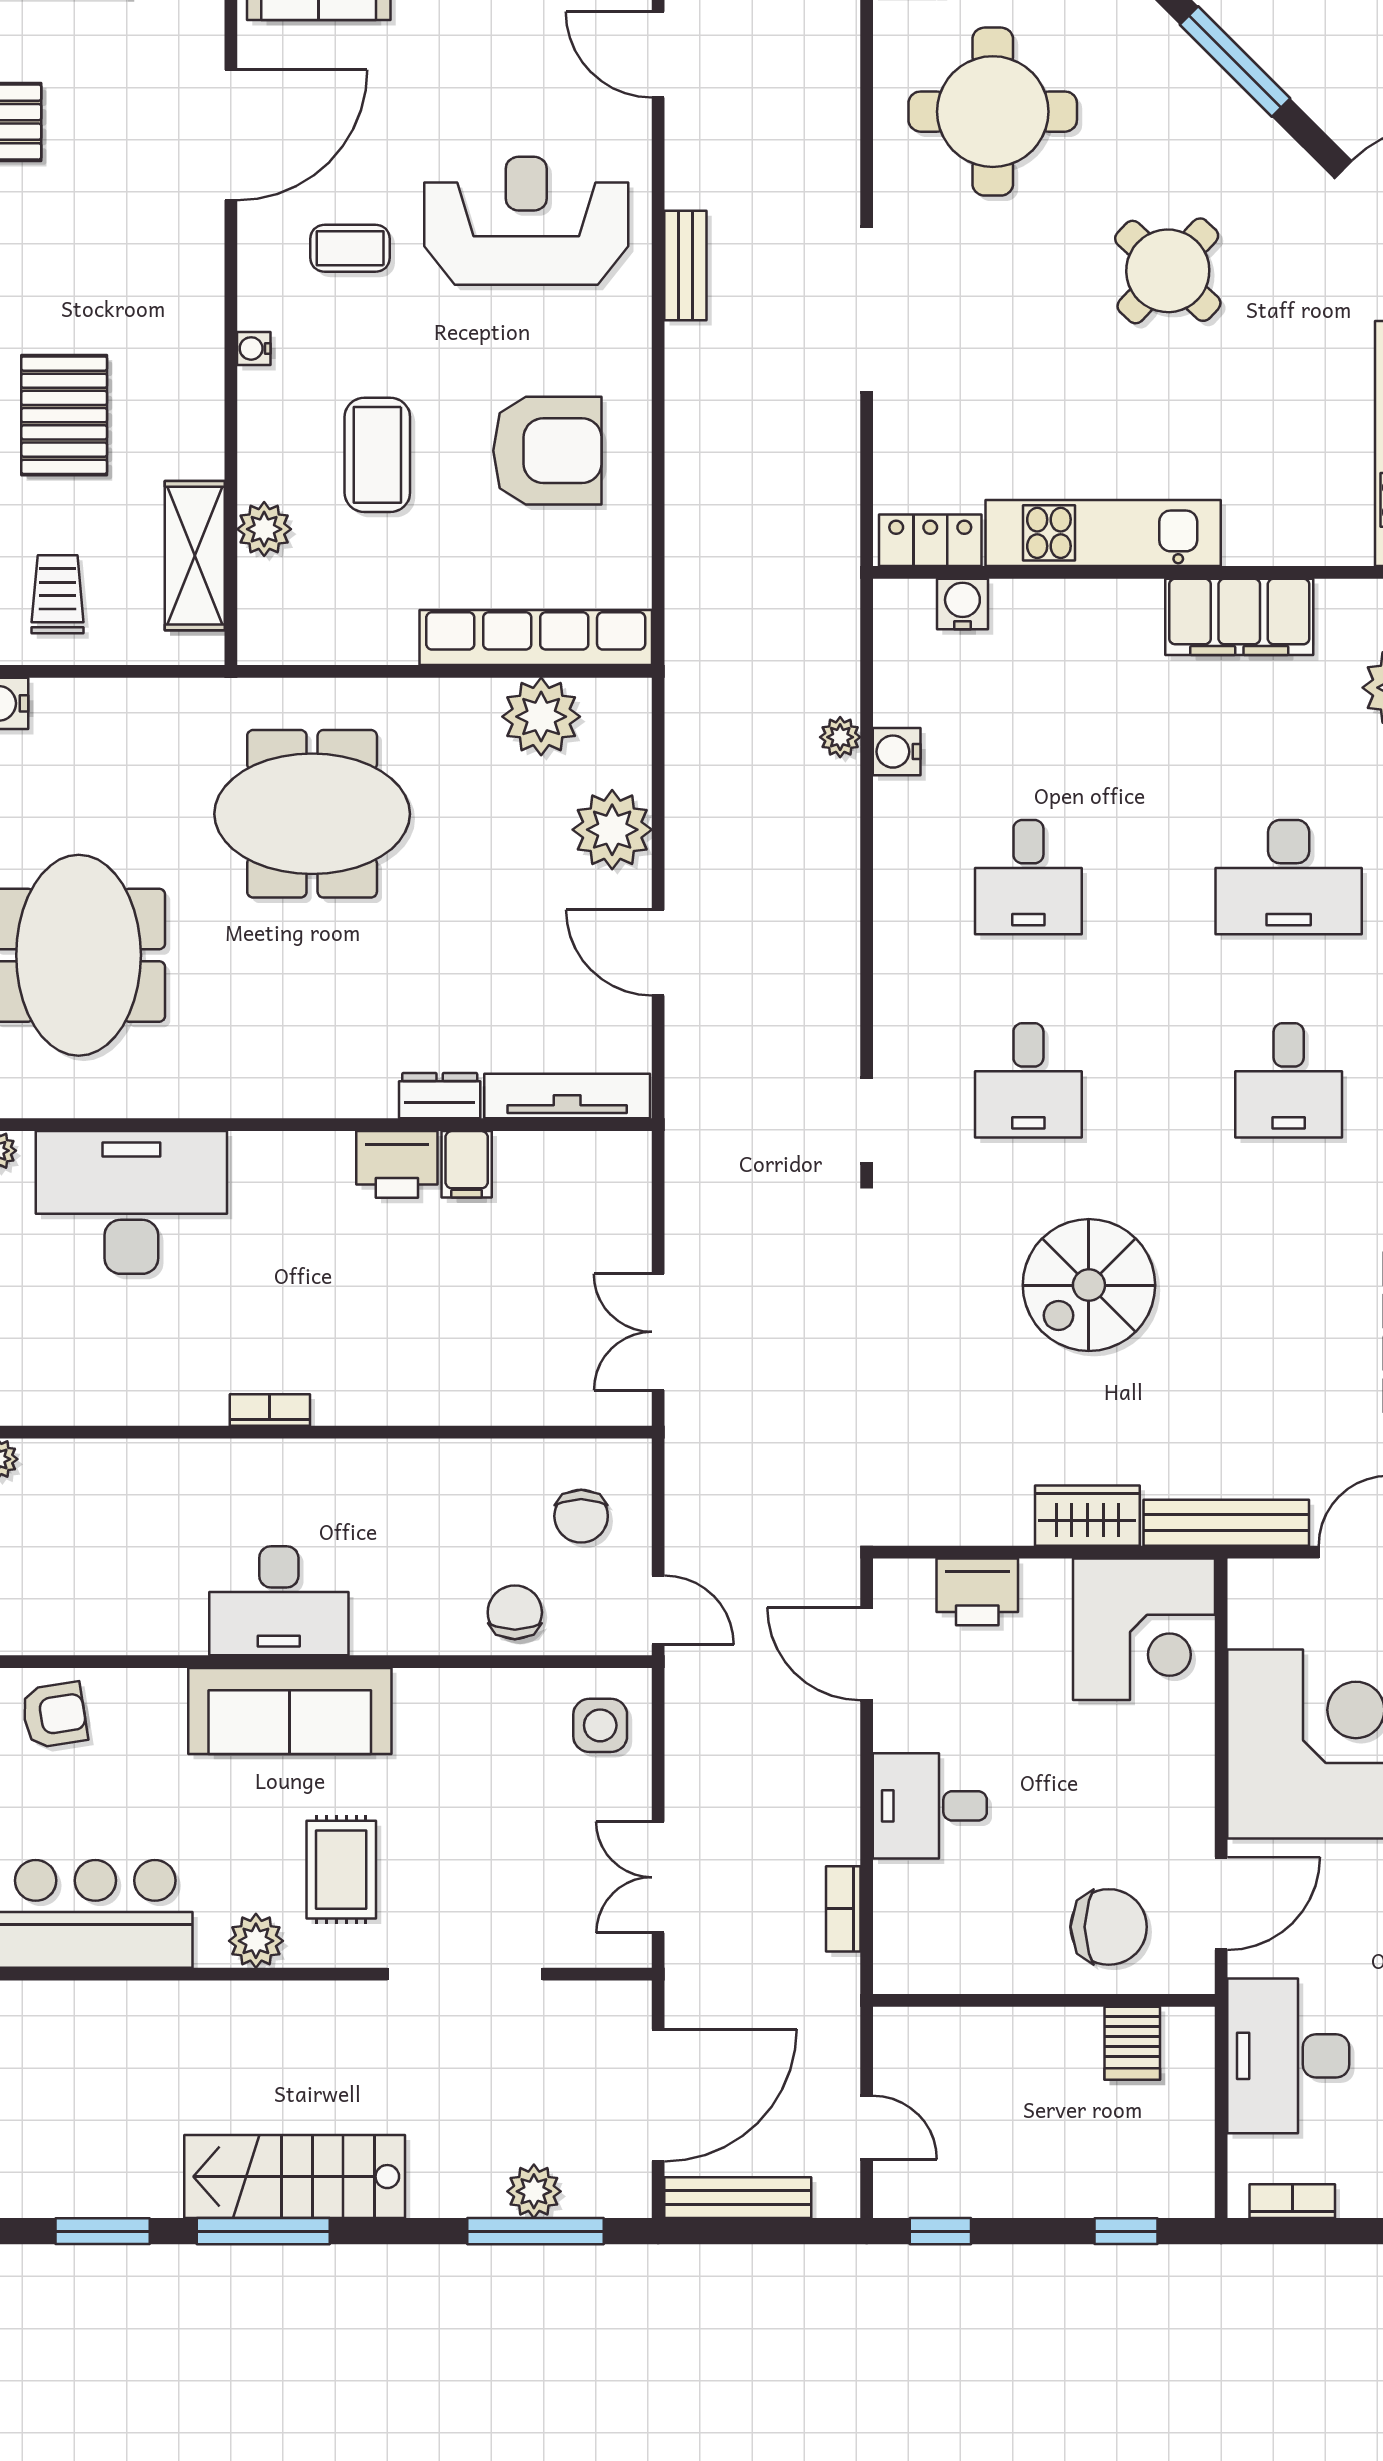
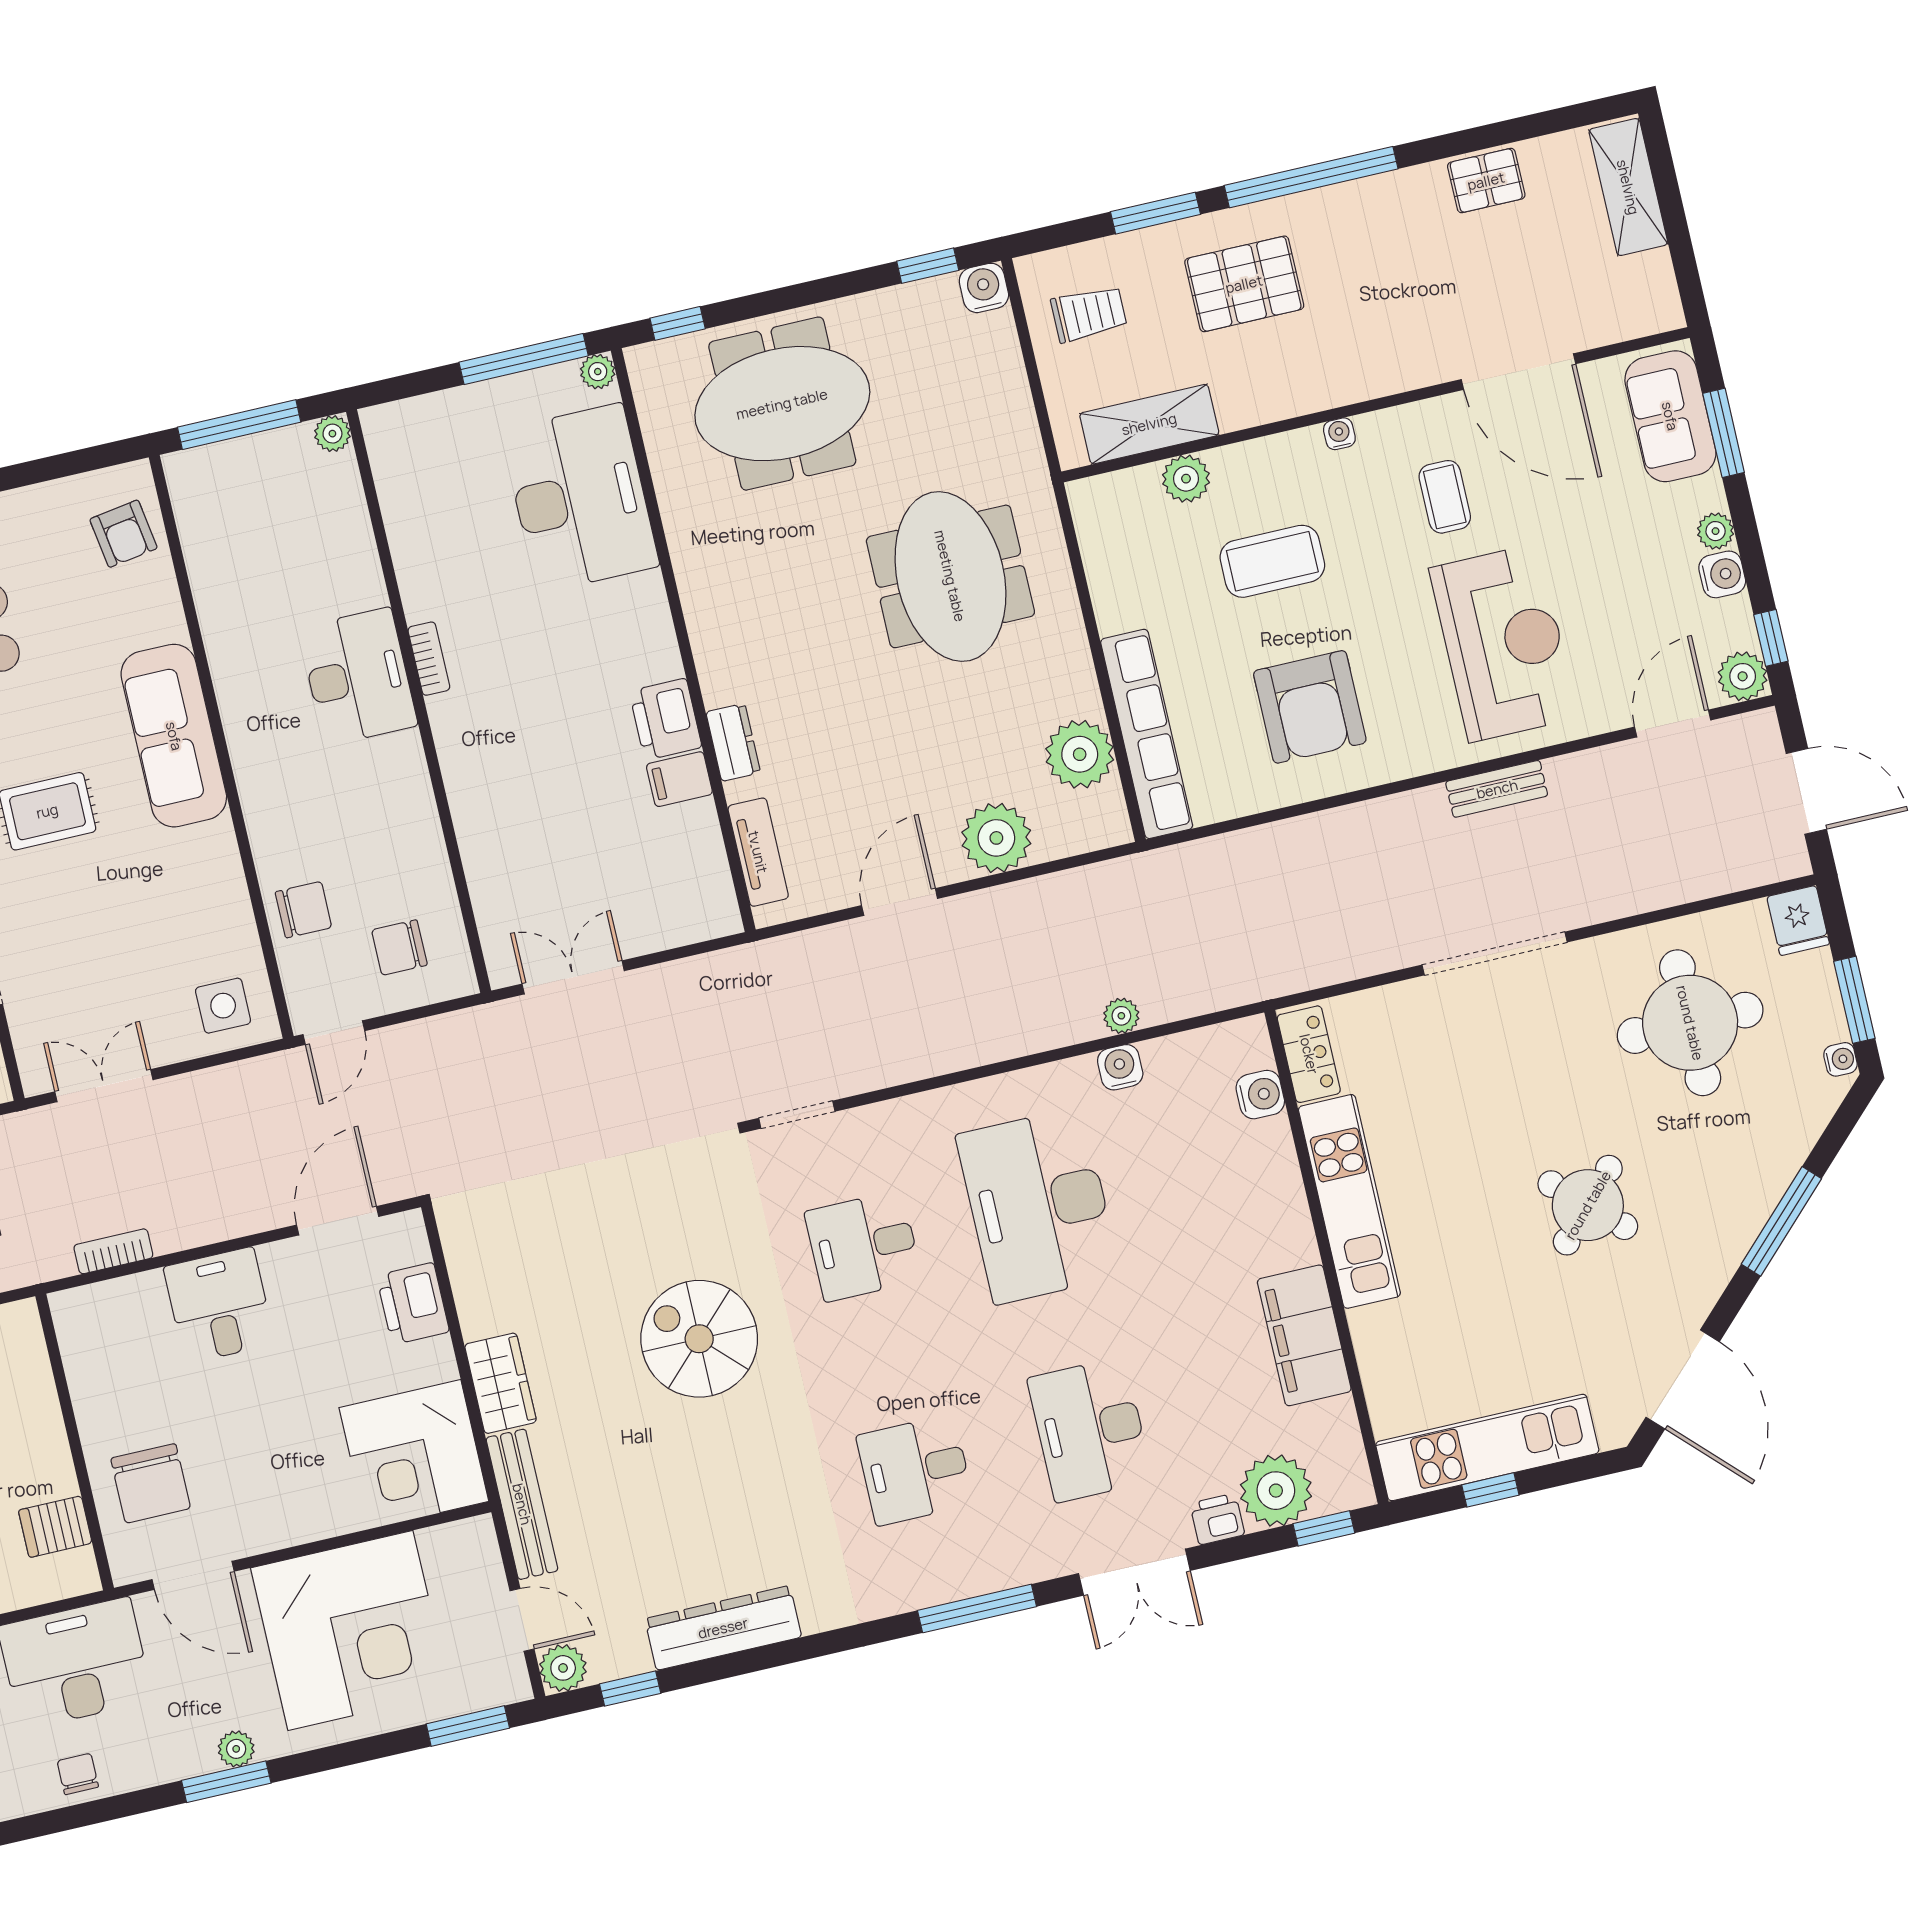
desk: (1028, 877) -> (1038, 1206), width x1.87, depth x1.30
tv unit: (567, 1096) -> (758, 852), width x0.71
desk: (279, 1601) -> (358, 677), moved, turned 180

